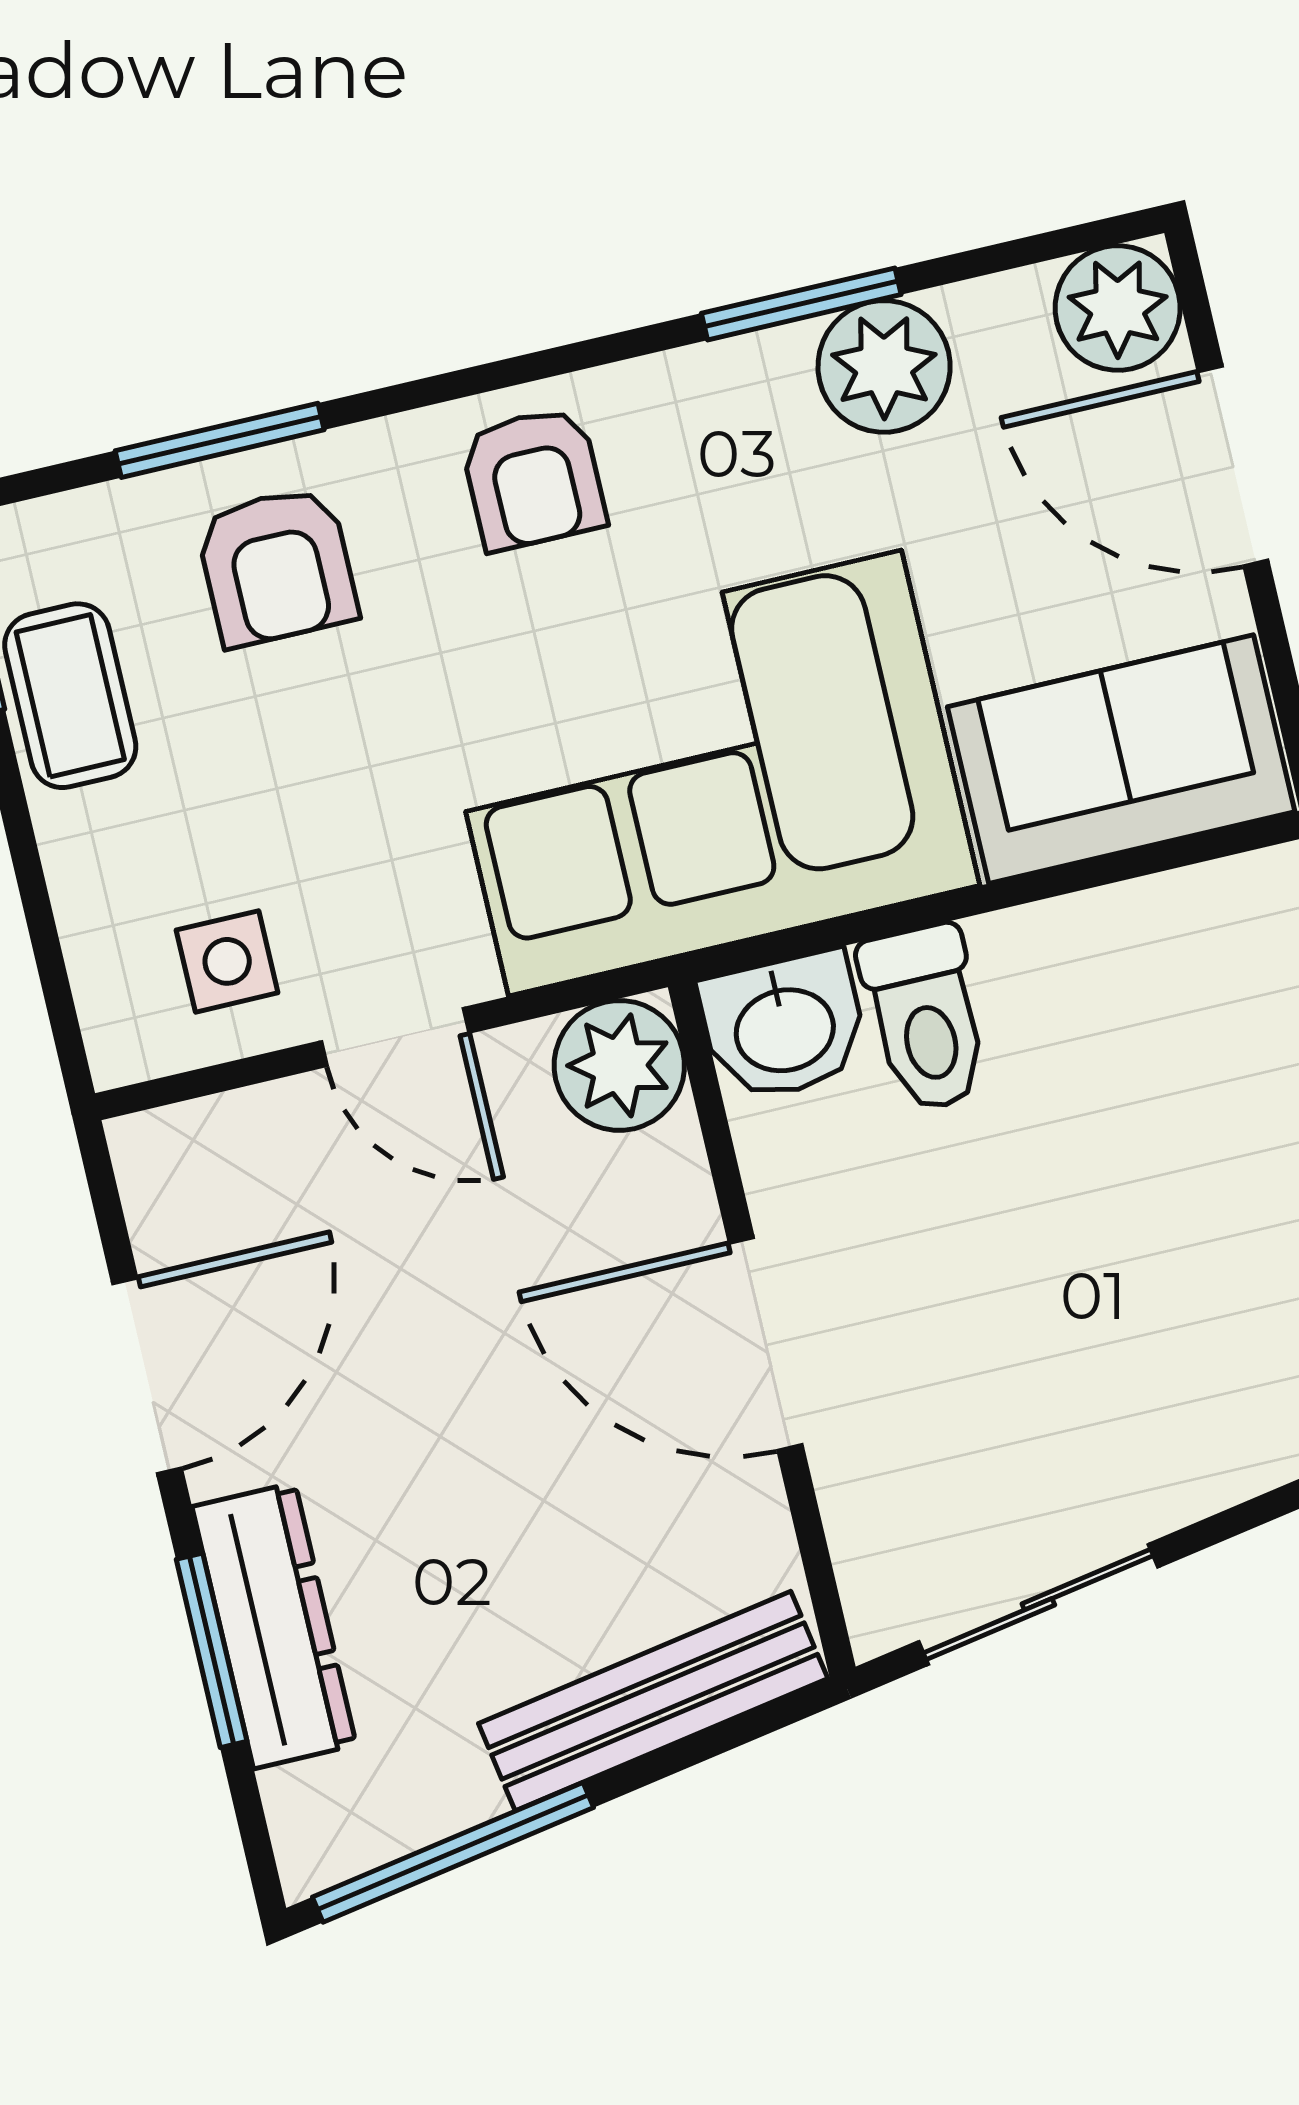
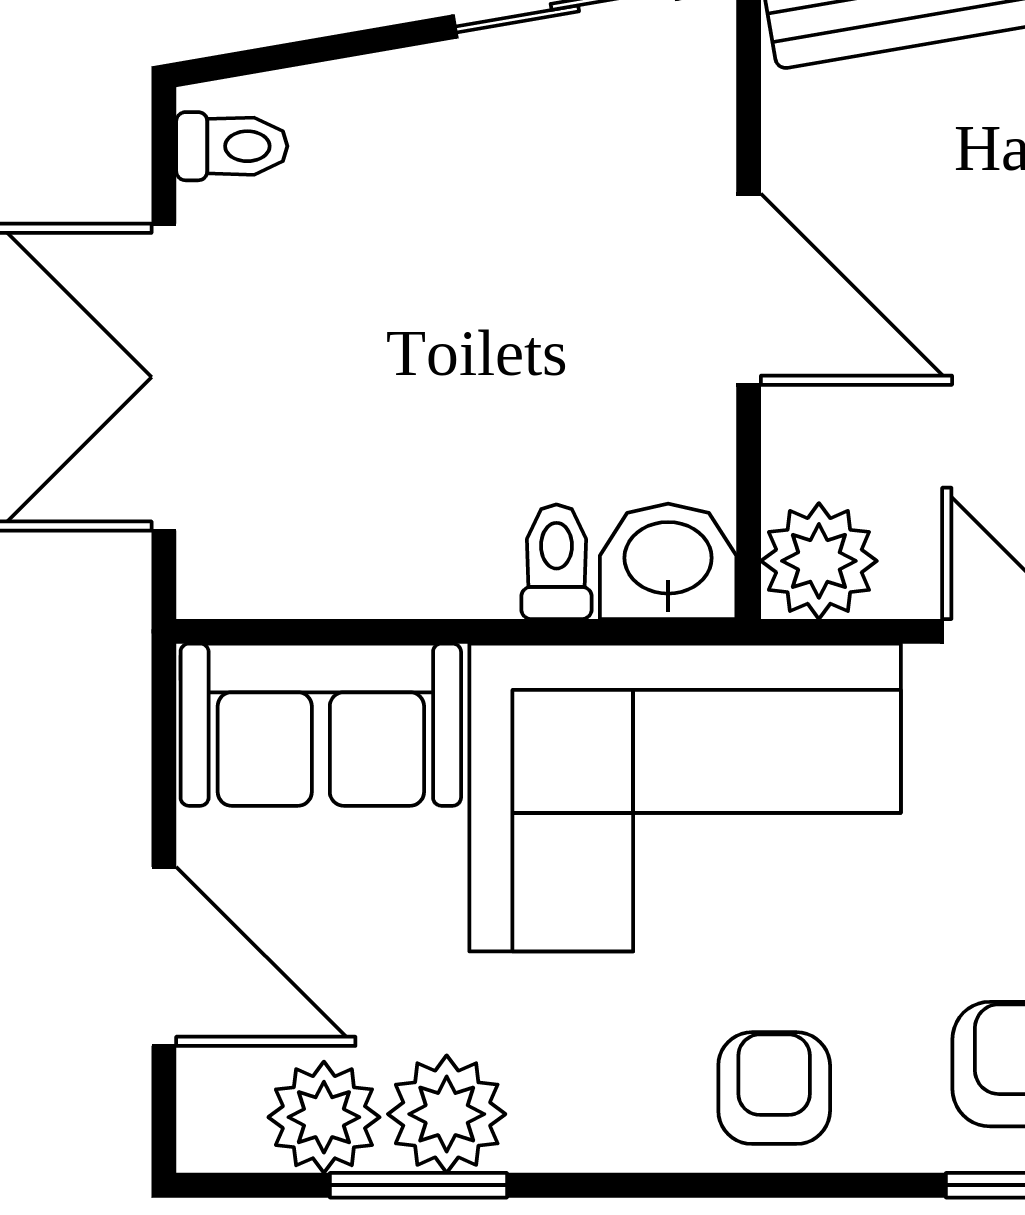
window: (801, 304) -> (418, 1185), moved
plant: (1118, 308) -> (324, 1117), moved
toilet: (926, 1018) -> (556, 562), width x0.73, depth x0.72

